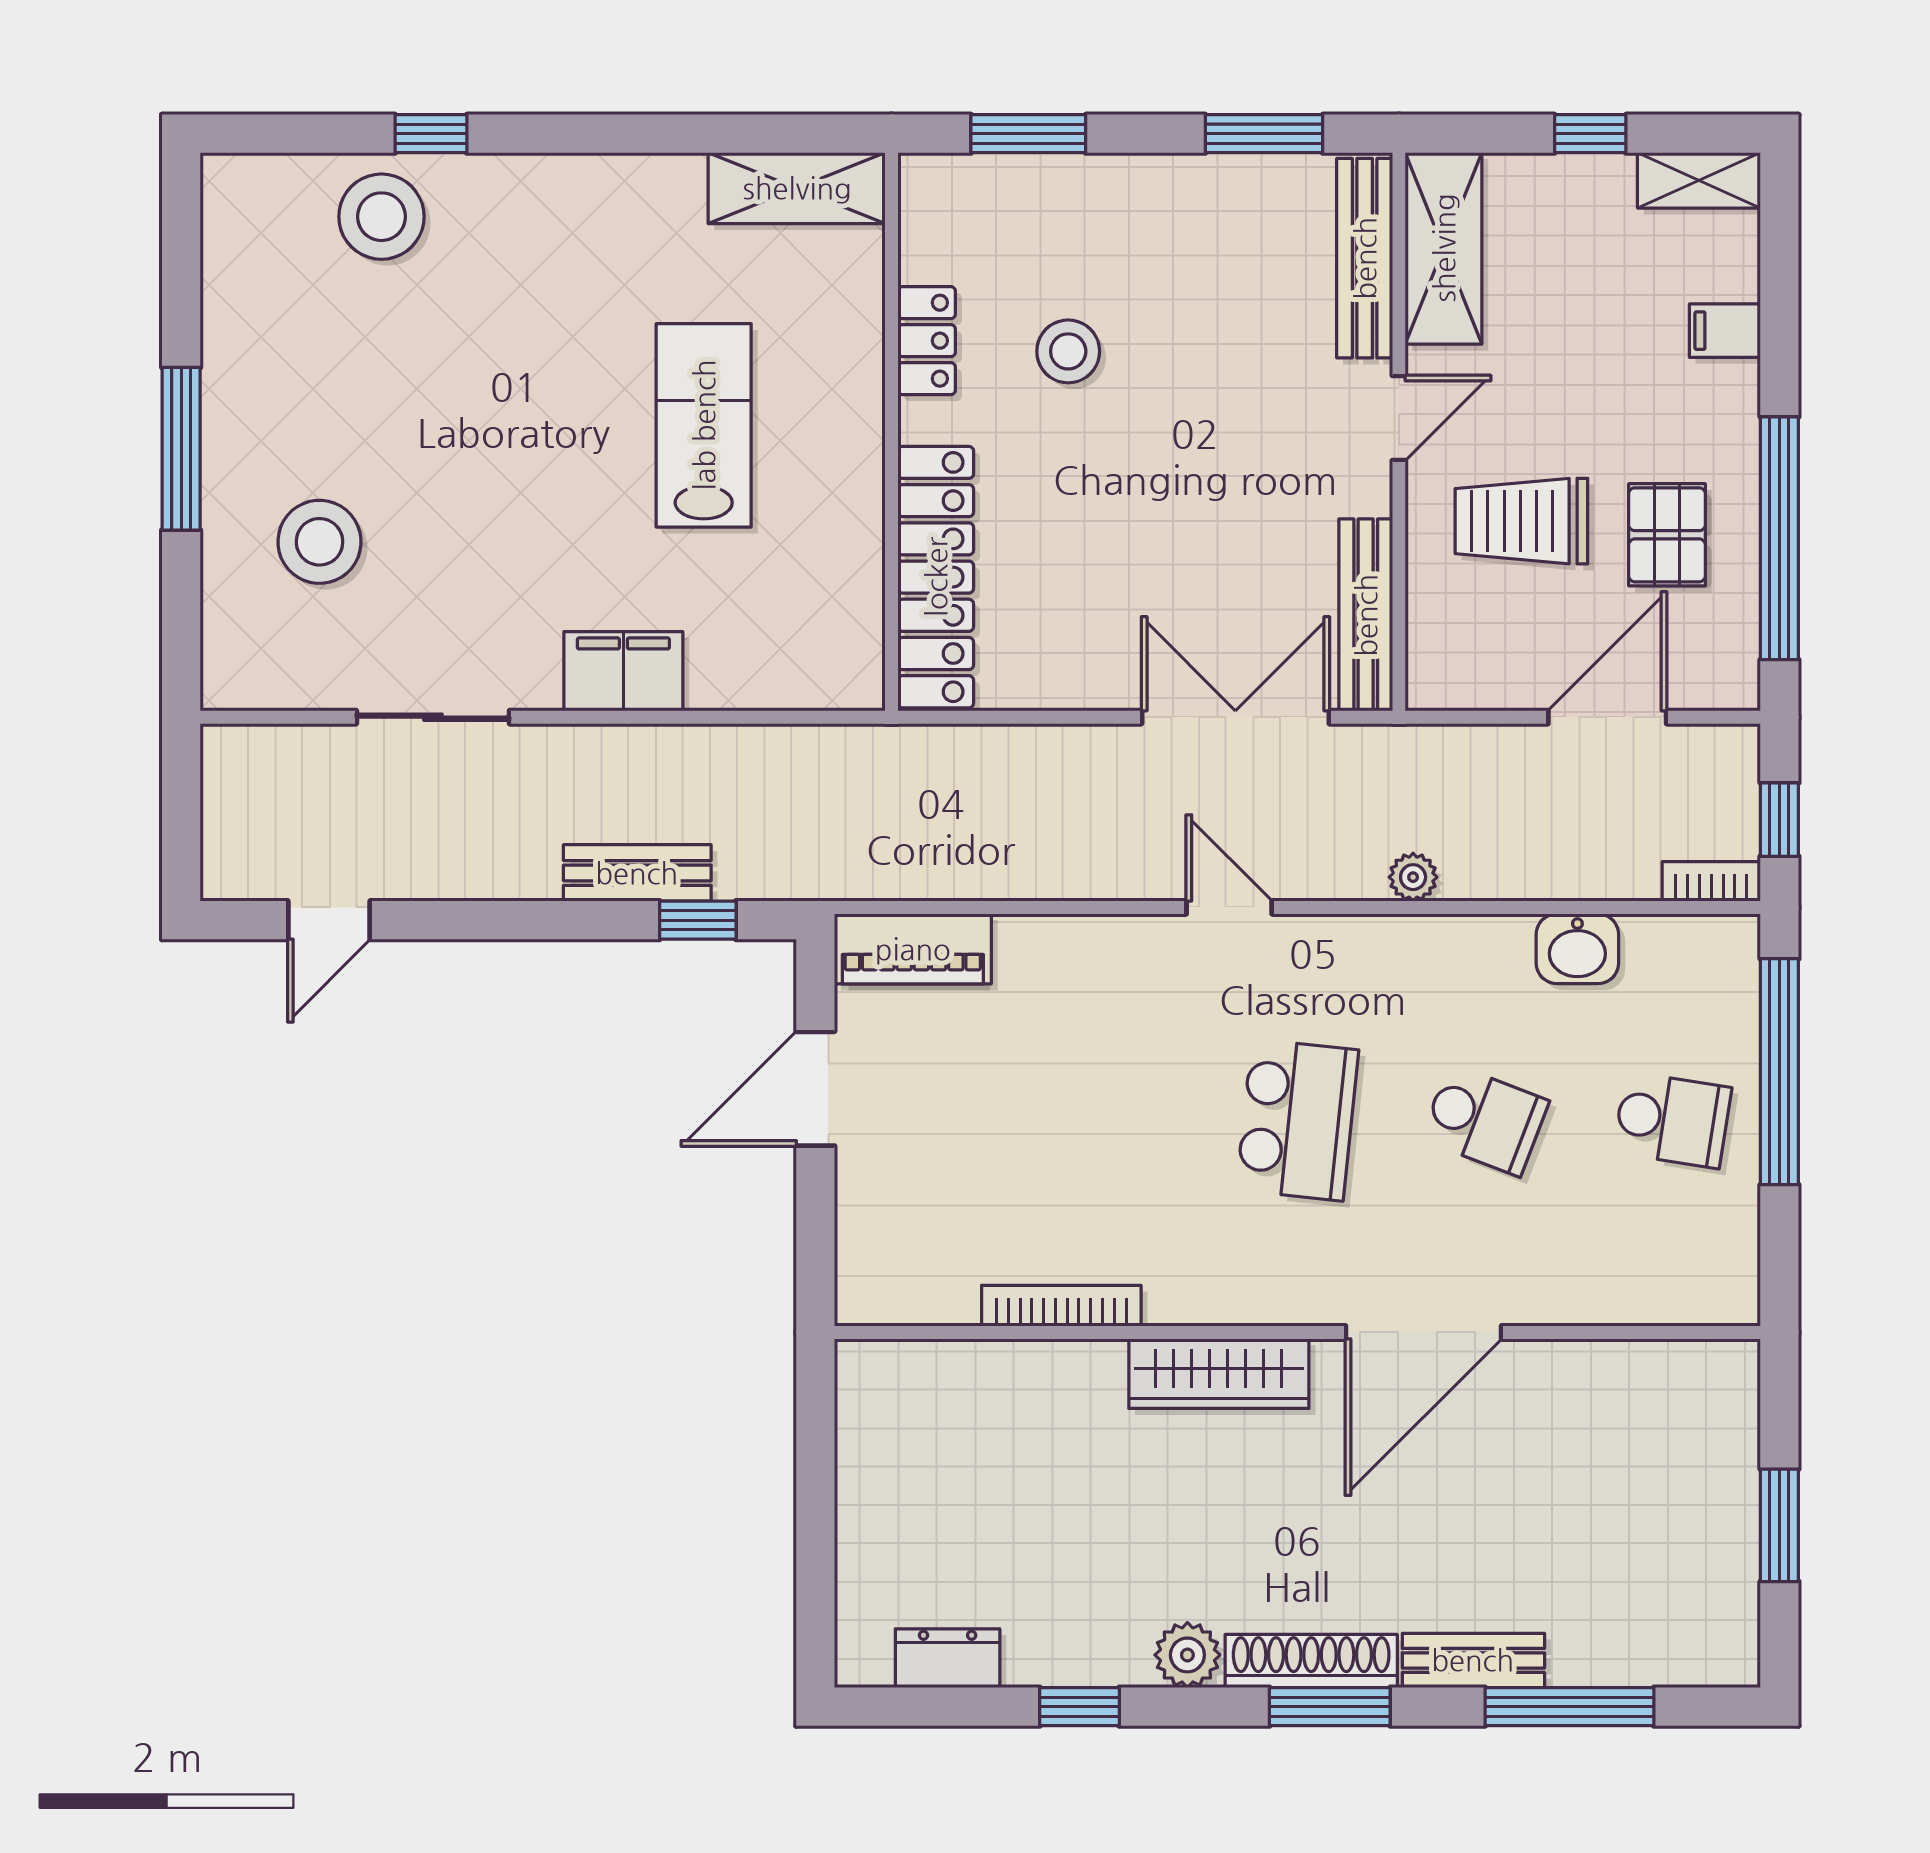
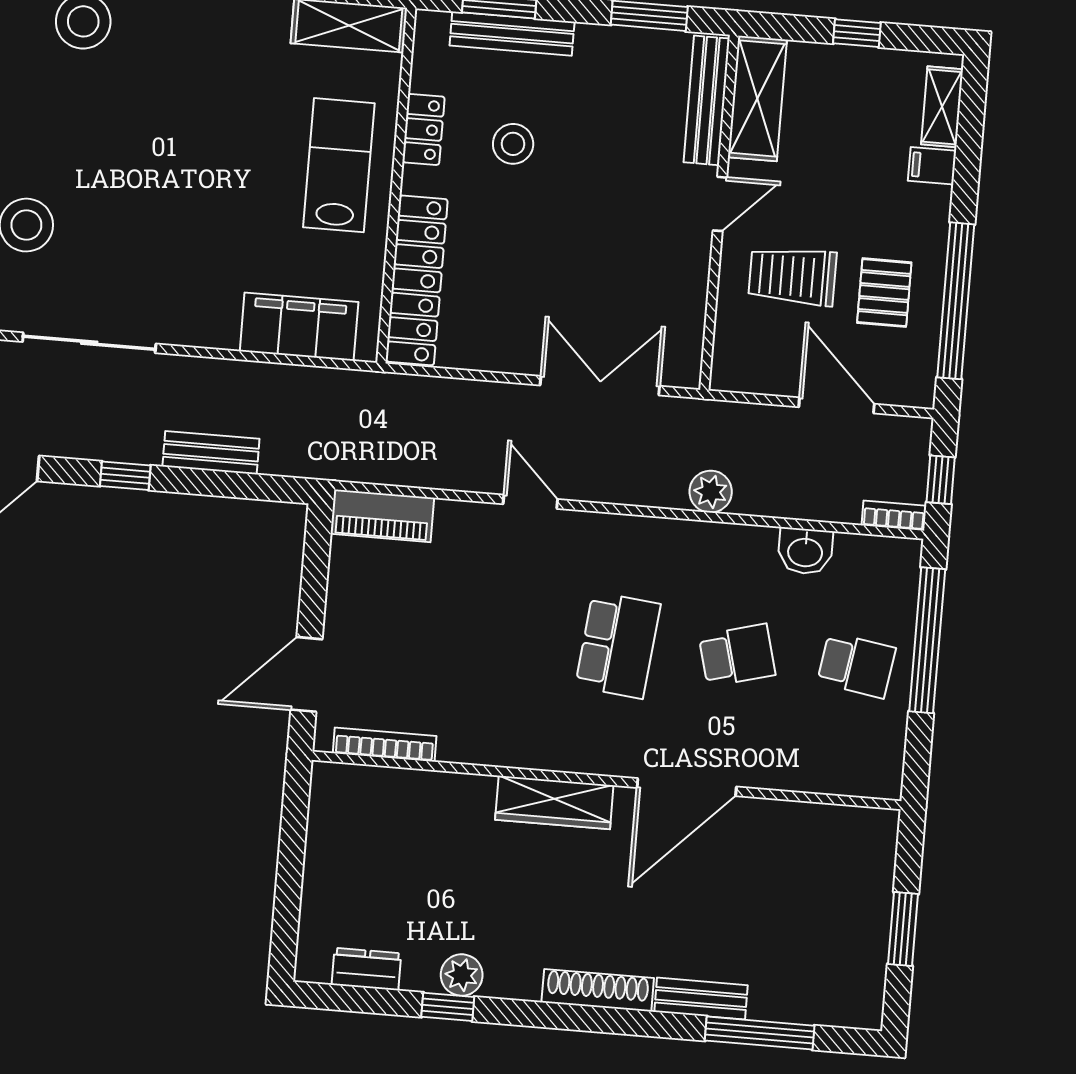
shelving: (1699, 180) -> (942, 107), moved, turned 90
lab bench: (704, 425) -> (339, 165), moved
bench: (1366, 615) -> (512, 34), moved, turned 90
filing cabinet: (623, 671) -> (299, 327), moved, width x1.50, depth x1.17
sliding door: (433, 717) -> (89, 343), width x1.37
door: (1607, 717) -> (837, 405), hinge flipped
plant: (1413, 877) -> (711, 492), width x1.38, depth x1.38
door: (1229, 907) -> (530, 502), moved
window: (698, 920) -> (125, 476), moved
door: (815, 1089) -> (306, 674), moved
school desk: (1485, 1120) -> (737, 655), turned -36
bookcase: (1061, 1306) -> (385, 745), moved
plant: (1187, 1655) -> (462, 975), moved
window: (1330, 1707) -> (607, 1020), removed

